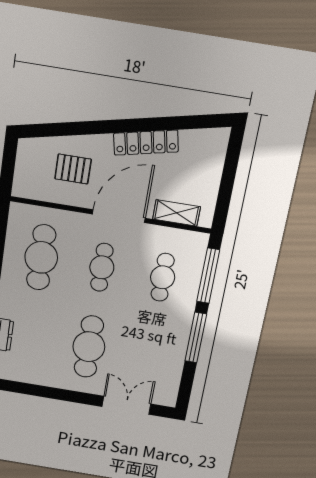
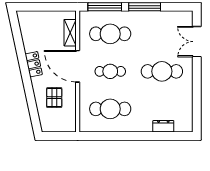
locker: (146, 143) -> (34, 64), width x0.66
cafe table: (163, 277) -> (110, 34), width x1.37, depth x1.35

